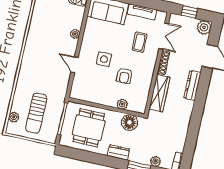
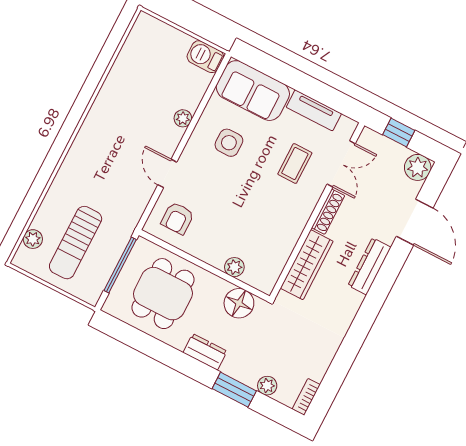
side table: (104, 59) -> (229, 143), moved
armchair: (124, 76) -> (178, 218), moved

